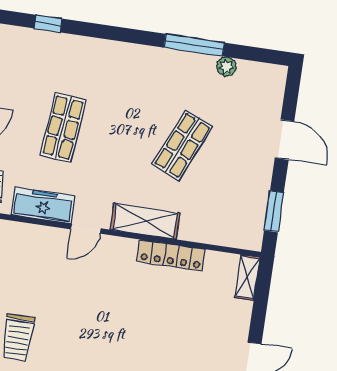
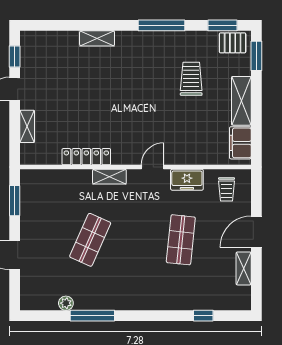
freezer: (43, 205) -> (187, 180), width x0.71
shelving: (145, 221) -> (109, 177), width x0.67, depth x0.75
shelving: (247, 277) -> (27, 126), moved

